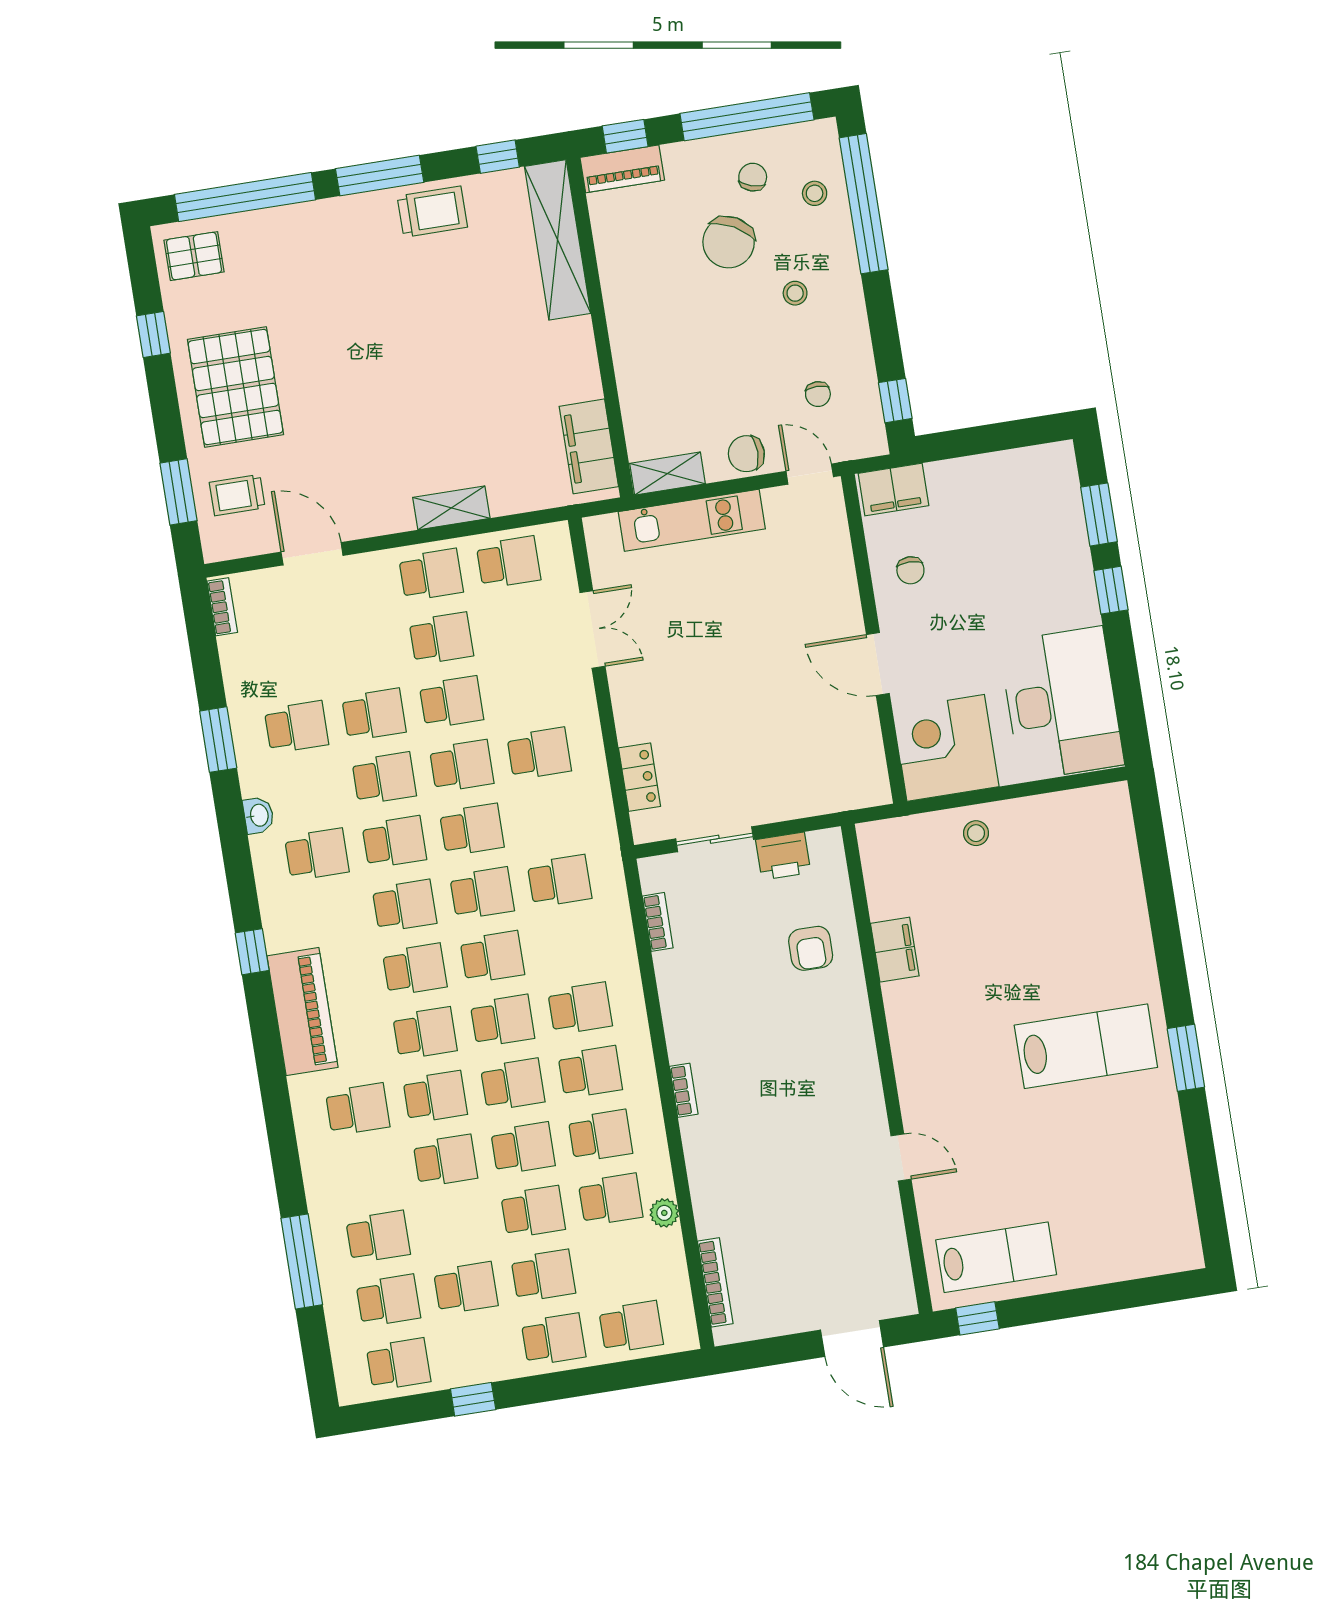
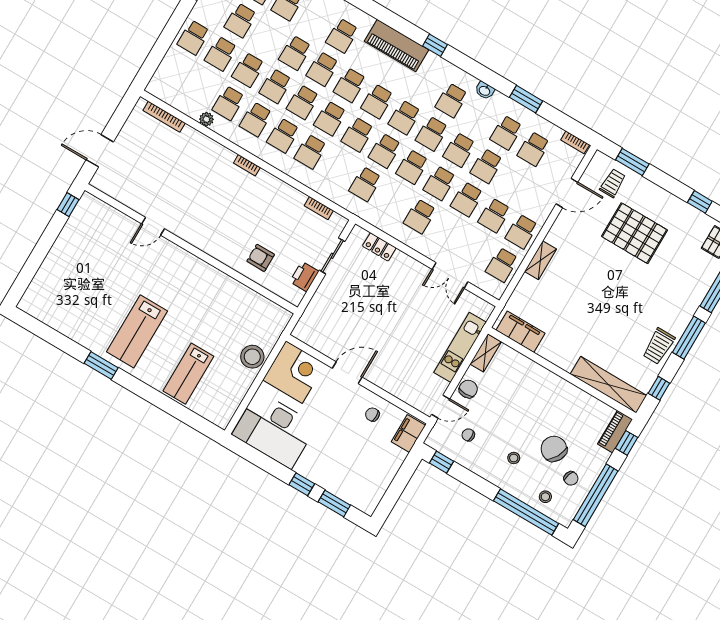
pallet: (236, 387) -> (634, 233), moved
stool: (976, 833) -> (252, 357), width x1.89, depth x1.89
filing cabinet: (895, 950) -> (234, 289), removed
lab bench: (996, 1257) -> (188, 374), moved
school desk: (631, 1327) -> (534, 149), moved

